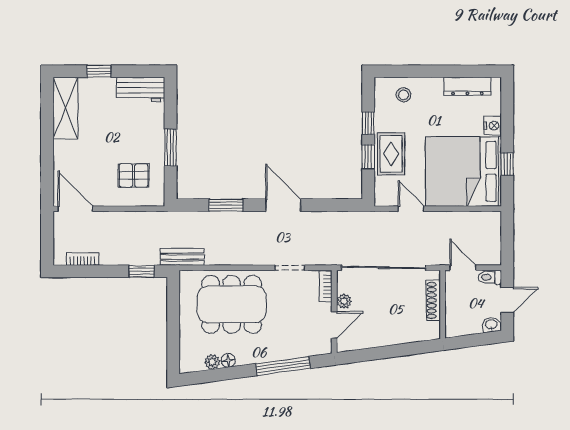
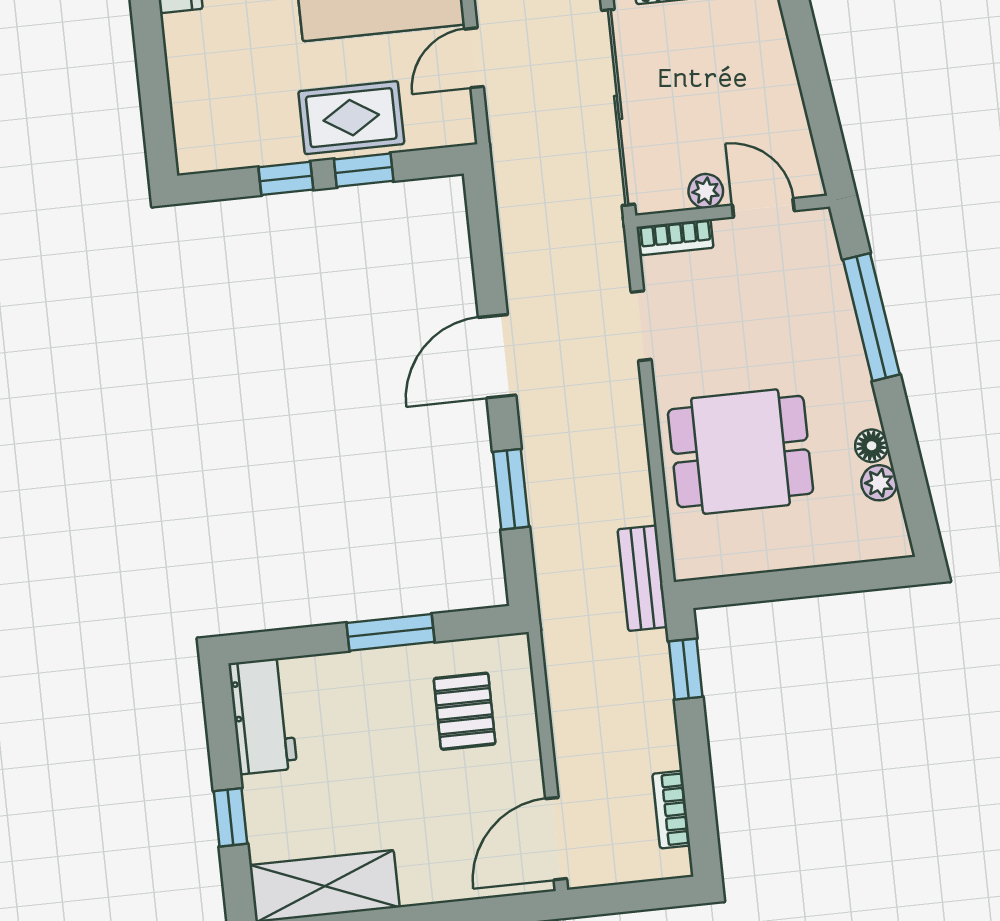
stool: (404, 95) -> (211, 103), removed
dining table: (232, 304) -> (740, 452), width x0.73

